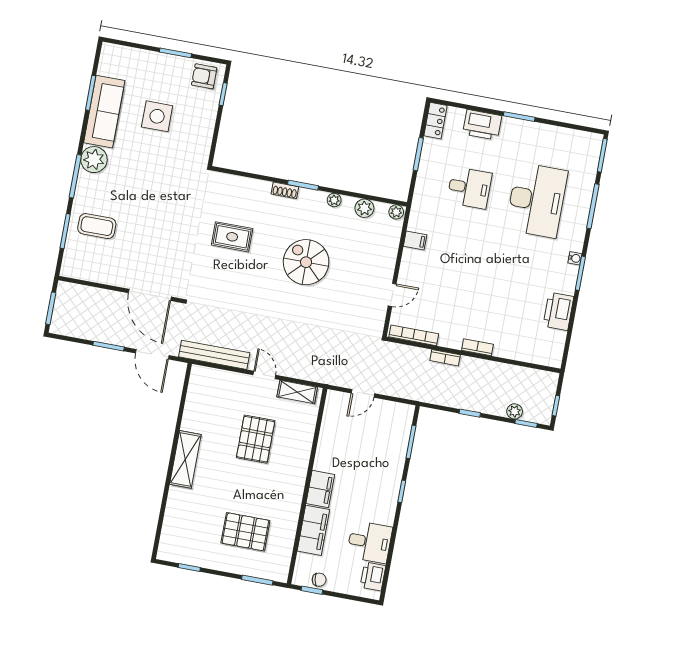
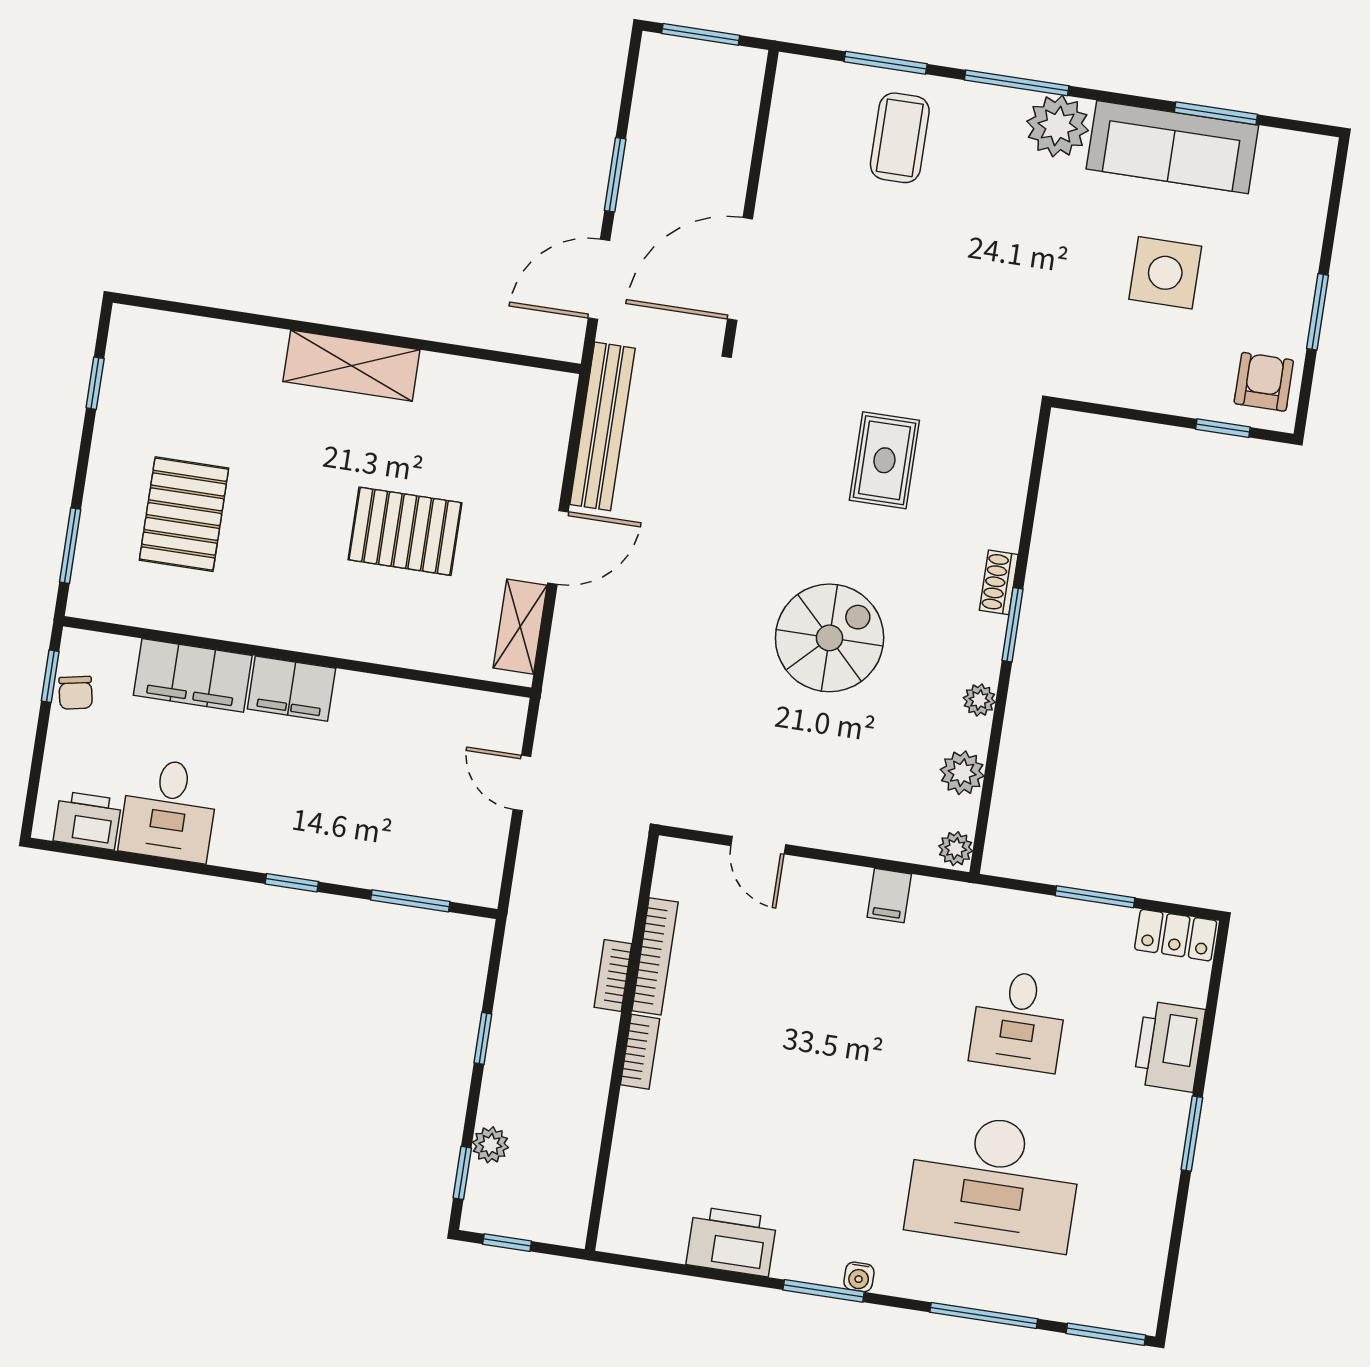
bookcase: (414, 335) -> (655, 956), moved
door: (264, 375) -> (558, 547), width x1.38

